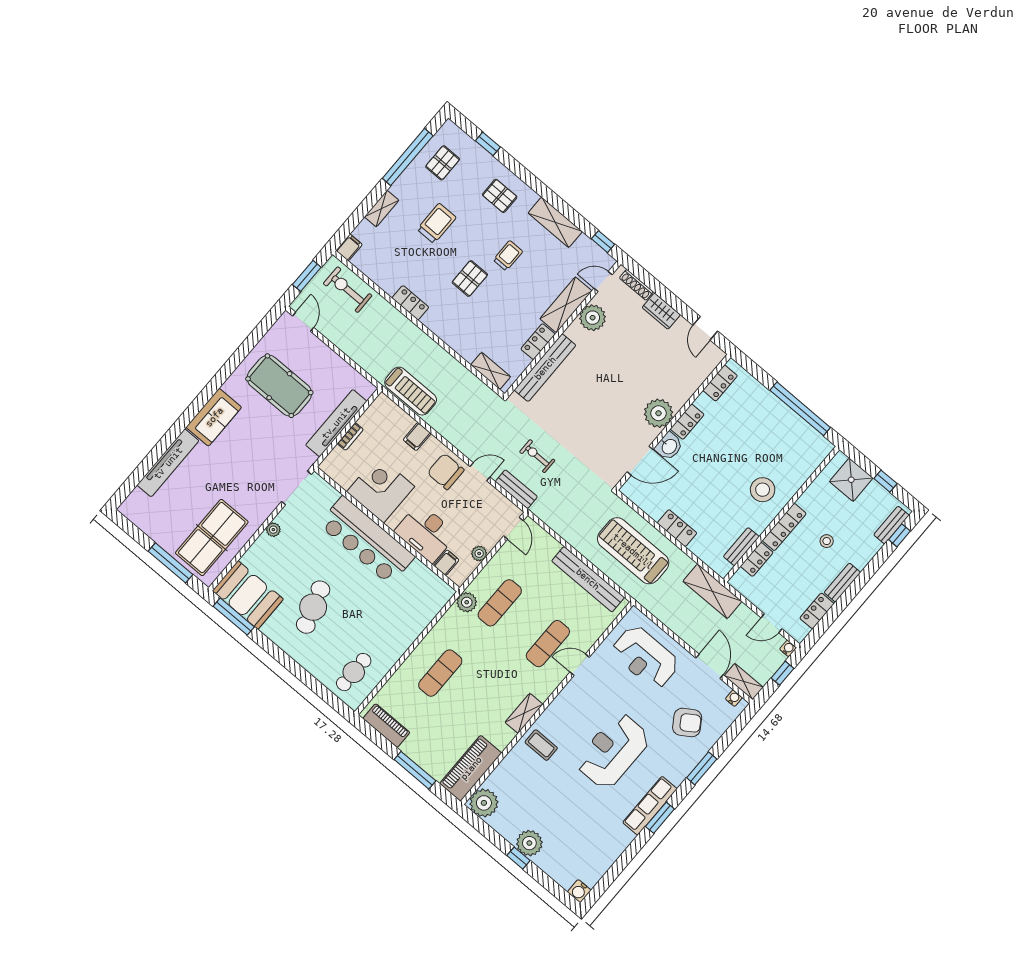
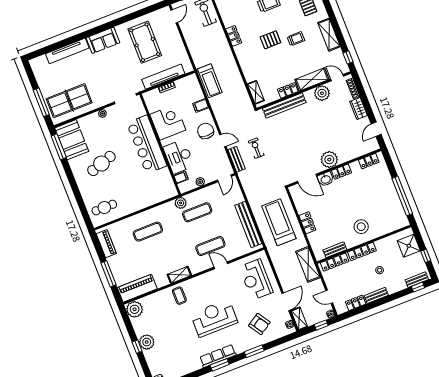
locker: (757, 559) -> (335, 262), width x1.53

